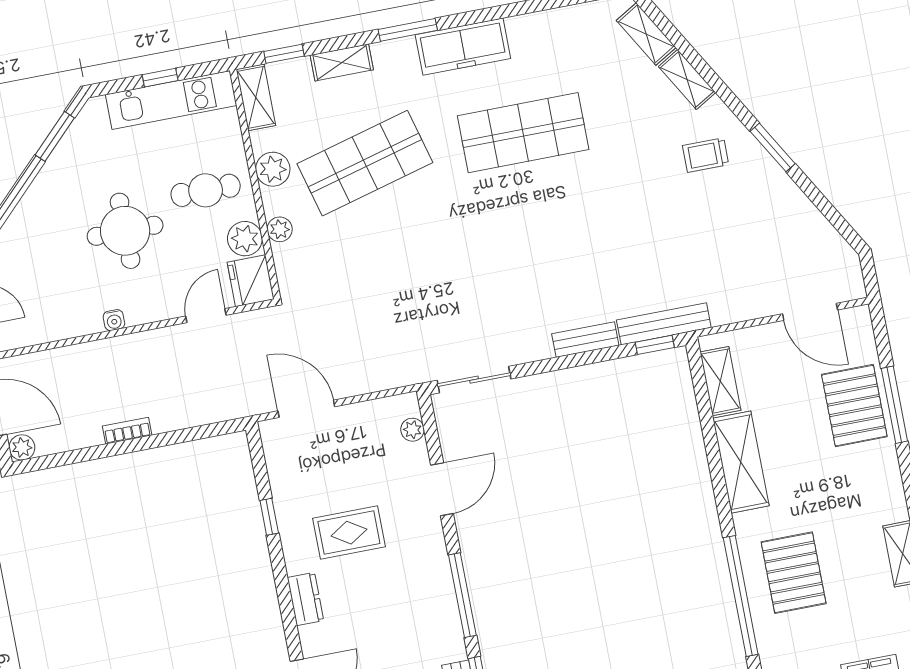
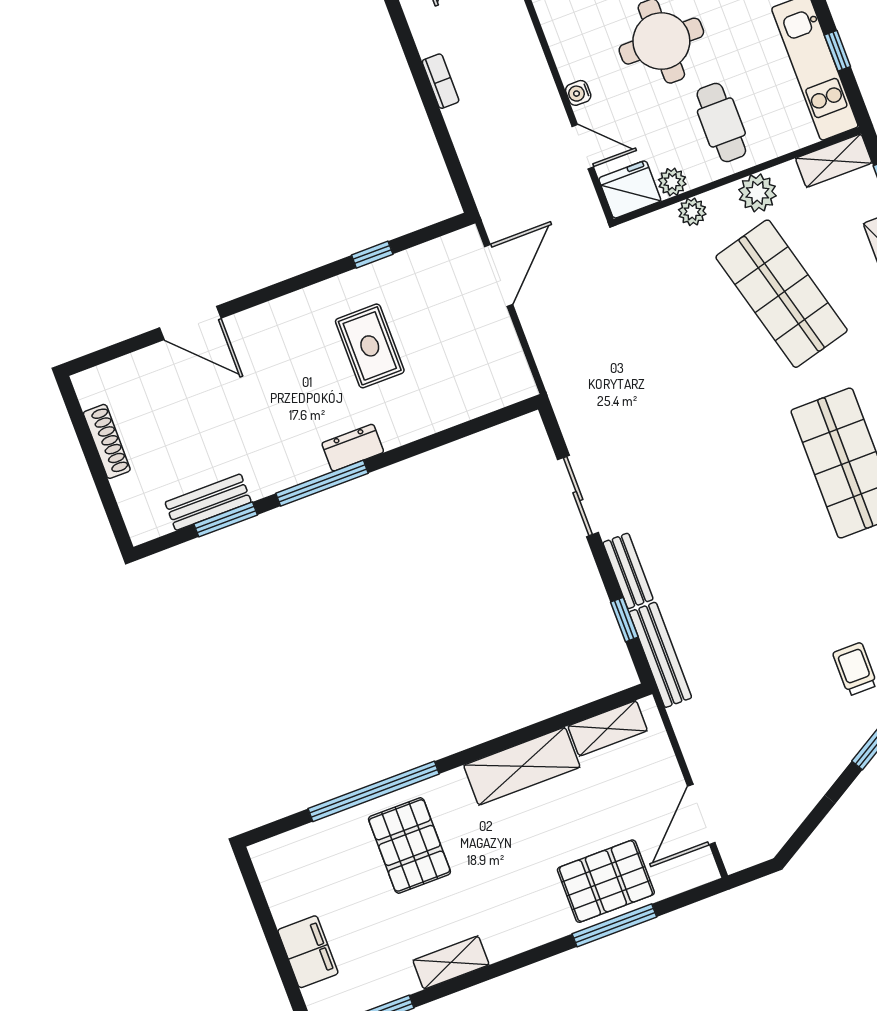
plant: (245, 239) -> (672, 182), width x0.73, depth x0.73
water cooler: (114, 320) -> (578, 93), moved
window: (655, 345) -> (624, 620), moved
sliding door: (474, 380) -> (578, 496), moved
plant: (412, 430) -> (496, 397), removed
door: (442, 489) -> (435, 441), removed
pallet: (794, 573) -> (409, 845), turned 90
dresser: (305, 599) -> (353, 448), moved, turned 180

